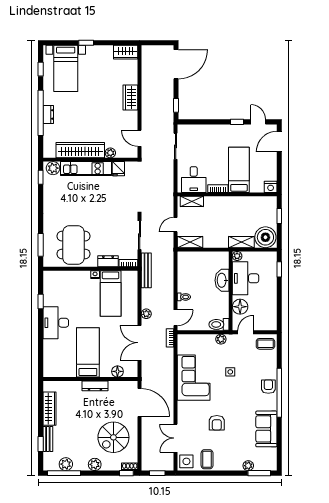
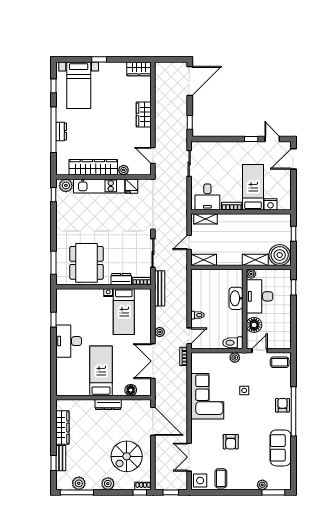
nightstand: (271, 187) -> (270, 204), moved

